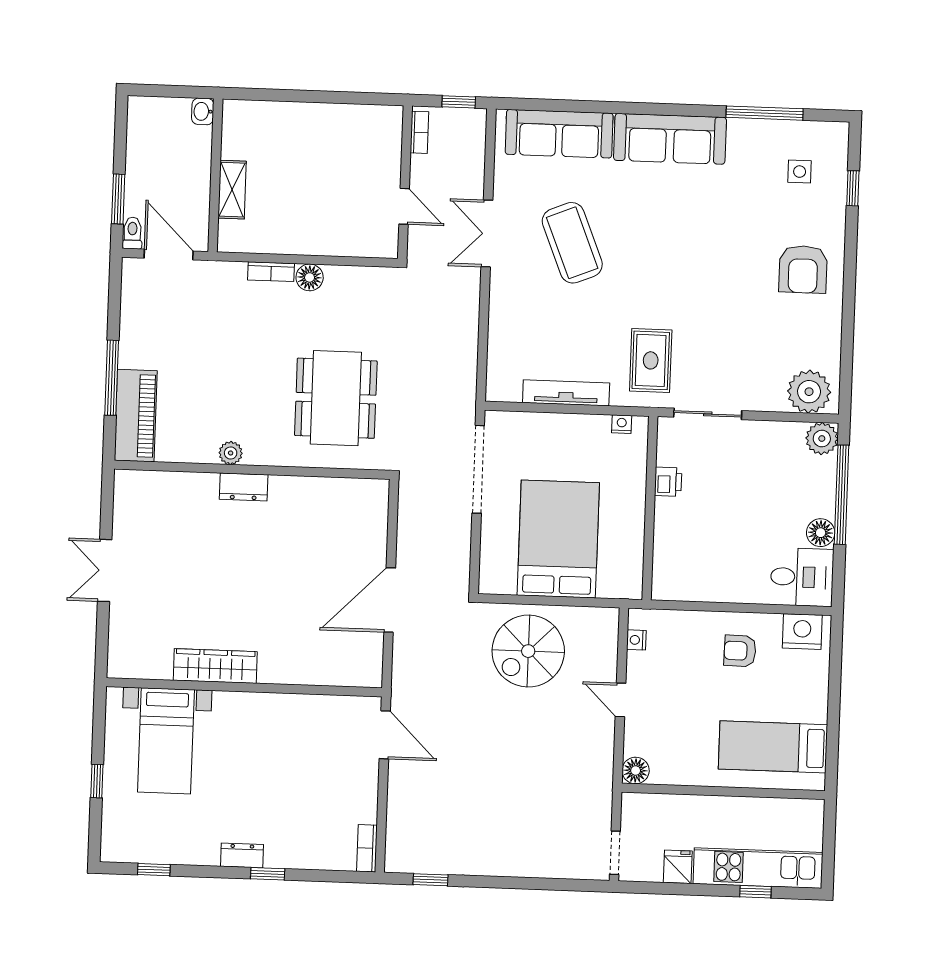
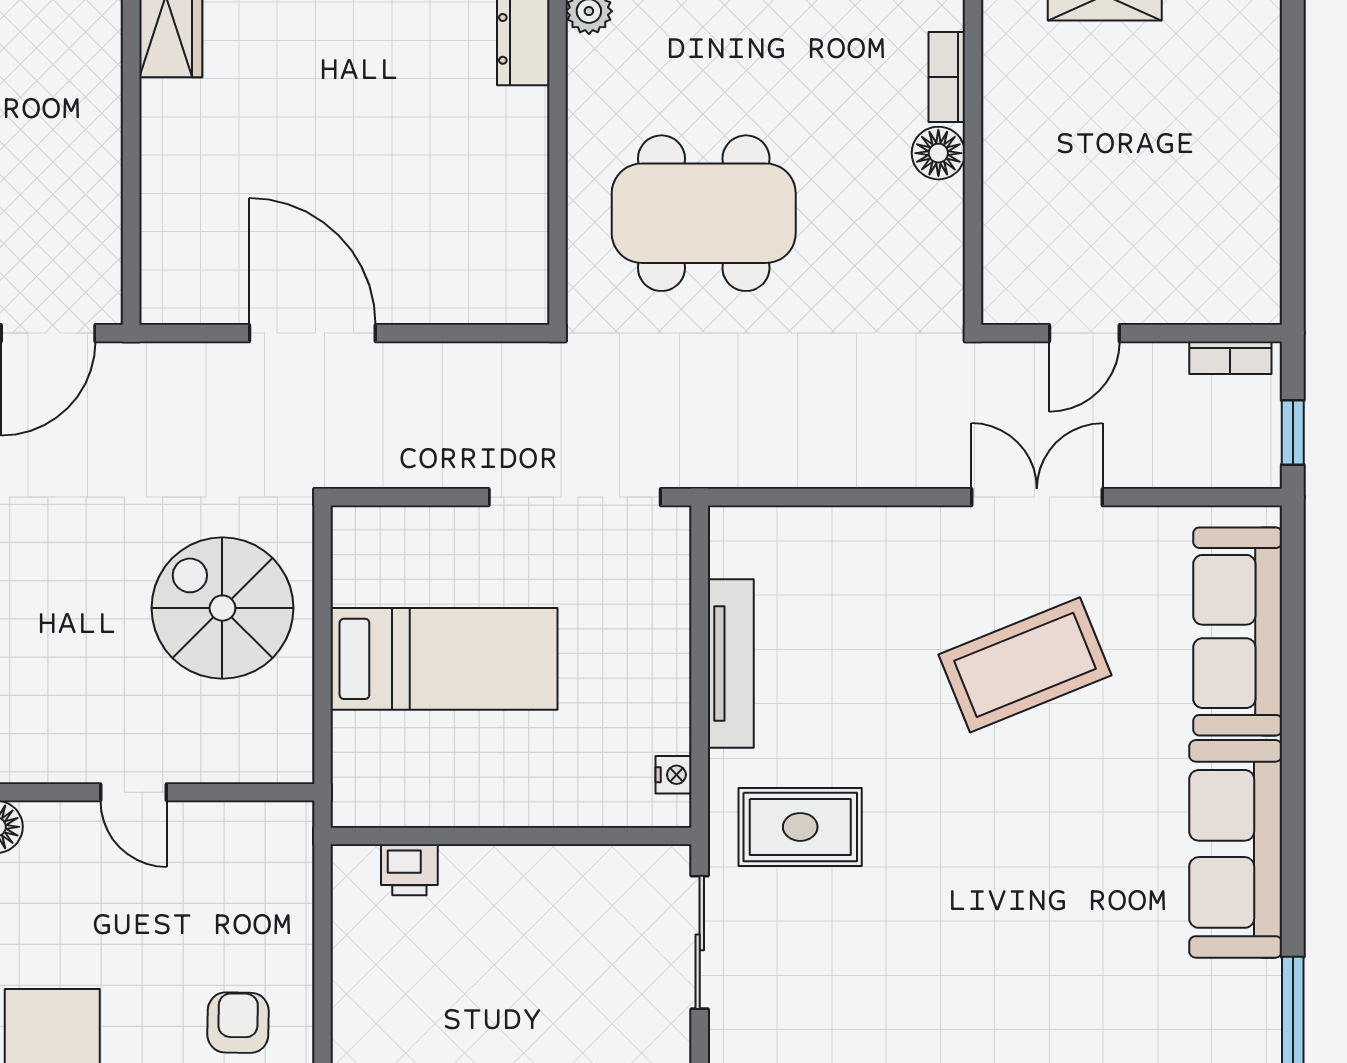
printer: (668, 482) -> (409, 870), moved
bed: (558, 539) -> (444, 659), width x0.67
nightstand: (636, 640) -> (252, 819), removed
door: (621, 700) -> (133, 792), swing flipped

